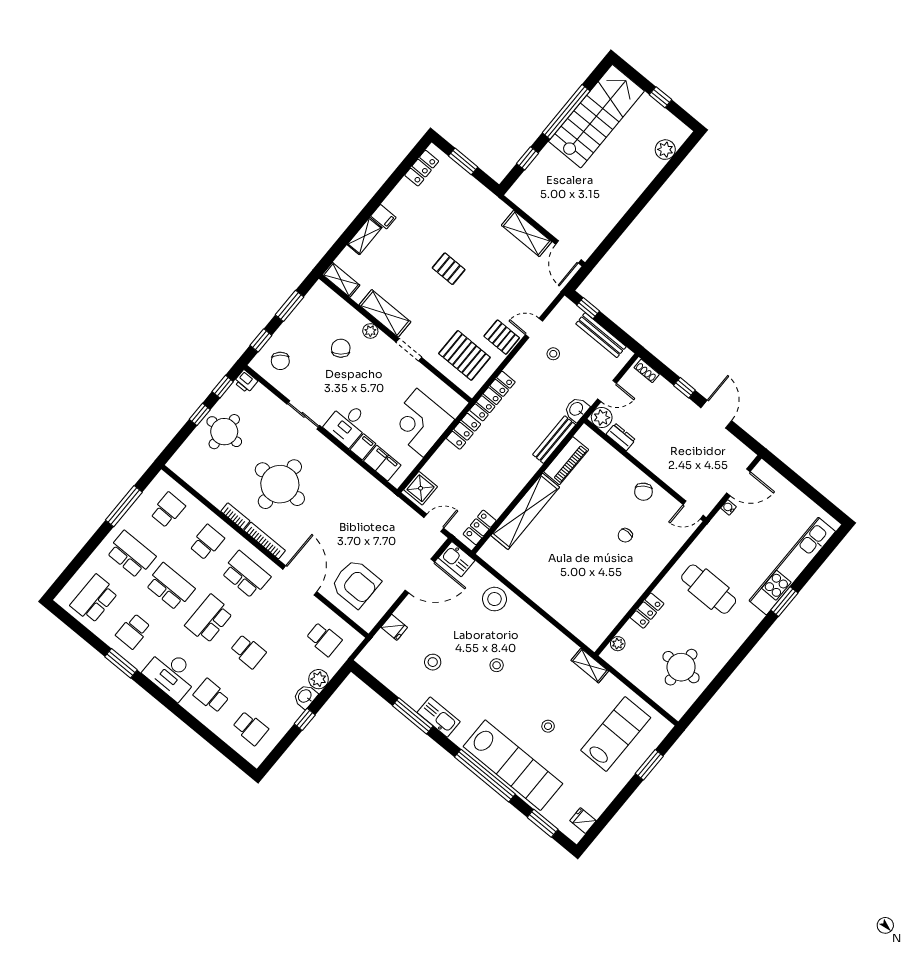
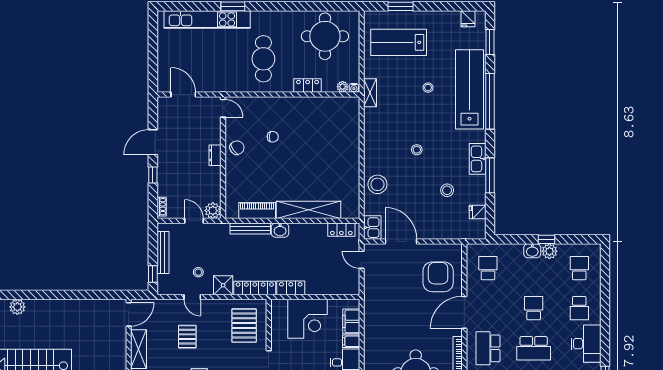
pallet: (502, 337) -> (187, 337), moved
washbasin: (577, 409) -> (280, 230), moved
dresser: (621, 437) -> (215, 155), moved
shower: (421, 488) -> (223, 285), moved
water cooler: (728, 507) -> (354, 88), moved
fridge: (394, 627) -> (478, 212), moved, turned -90
round table: (681, 667) -> (325, 36), width x1.36, depth x1.36
plant: (318, 679) -> (549, 251), moved

